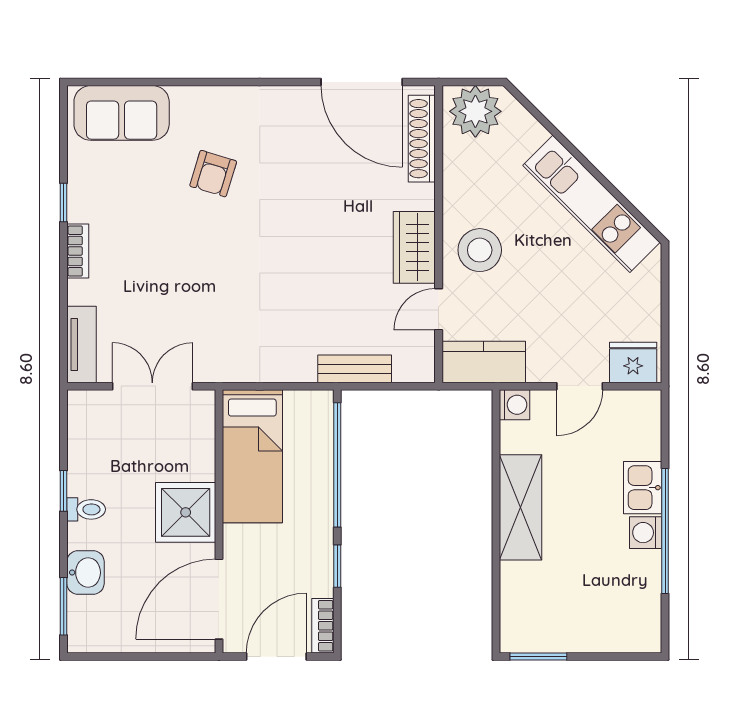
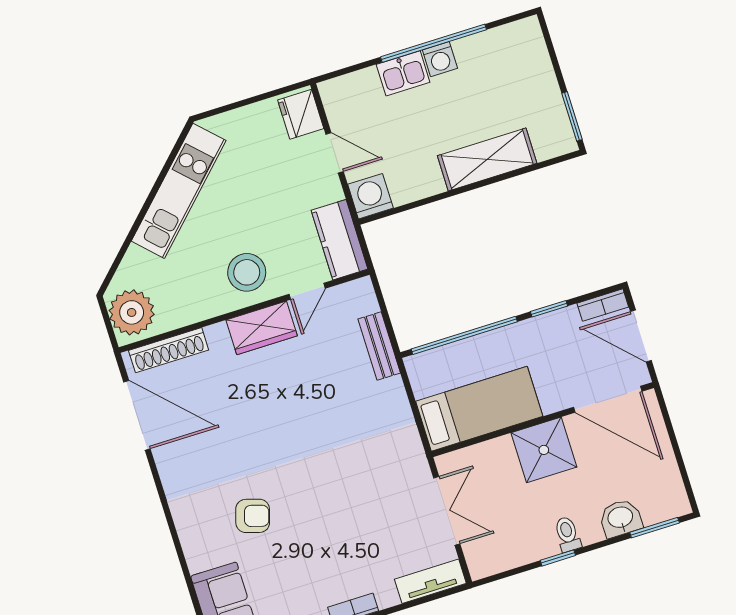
door: (362, 82) -> (137, 415), hinge flipped
door: (439, 309) -> (307, 291), hinge flipped
double door: (152, 386) -> (447, 511), swing flipped
washing machine: (515, 405) -> (370, 196), width x1.38, depth x1.38
shelving: (521, 507) -> (487, 159), moved

